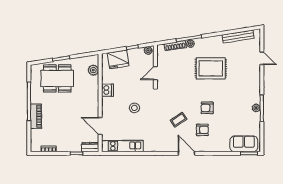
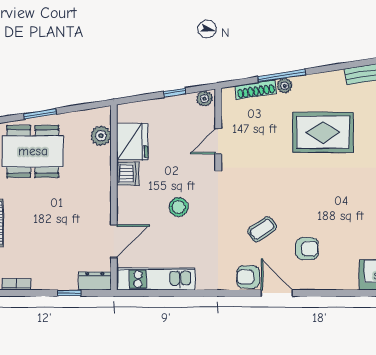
fridge: (118, 59) -> (132, 142), moved, turned -81
armchair: (207, 108) -> (248, 277), moved
door: (100, 126) -> (114, 241), swing flipped

